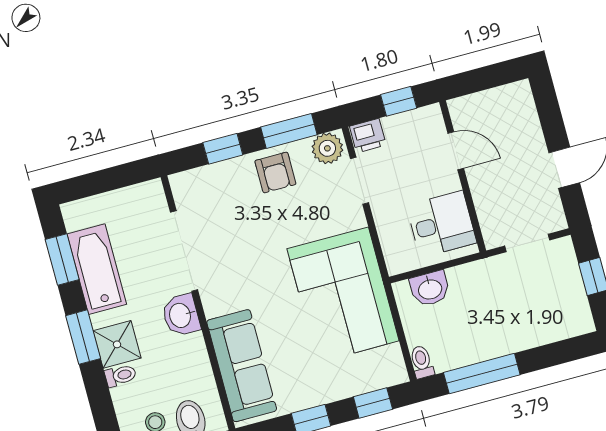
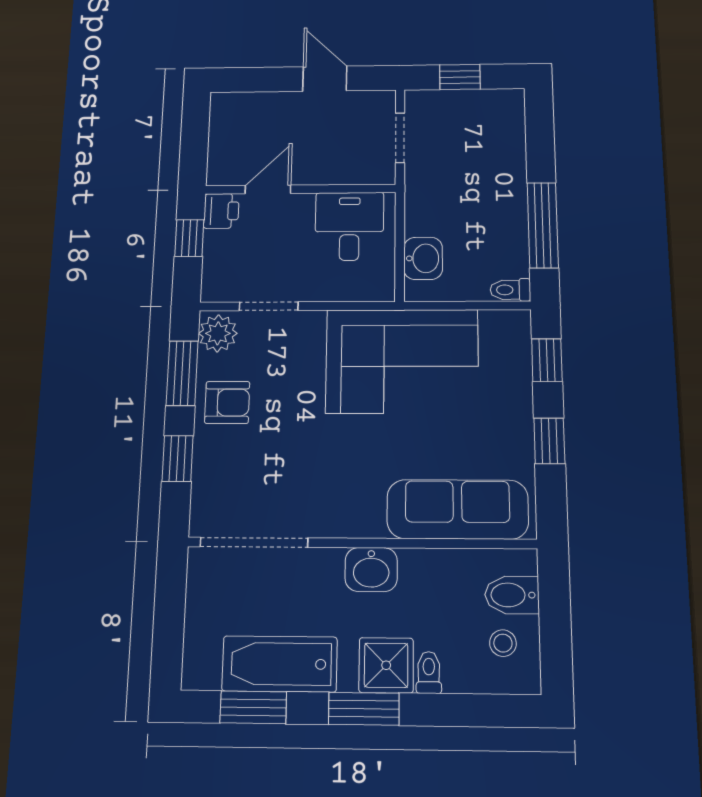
printer: (368, 136) -> (221, 211), moved
doorway: (184, 251) -> (254, 542), moved

